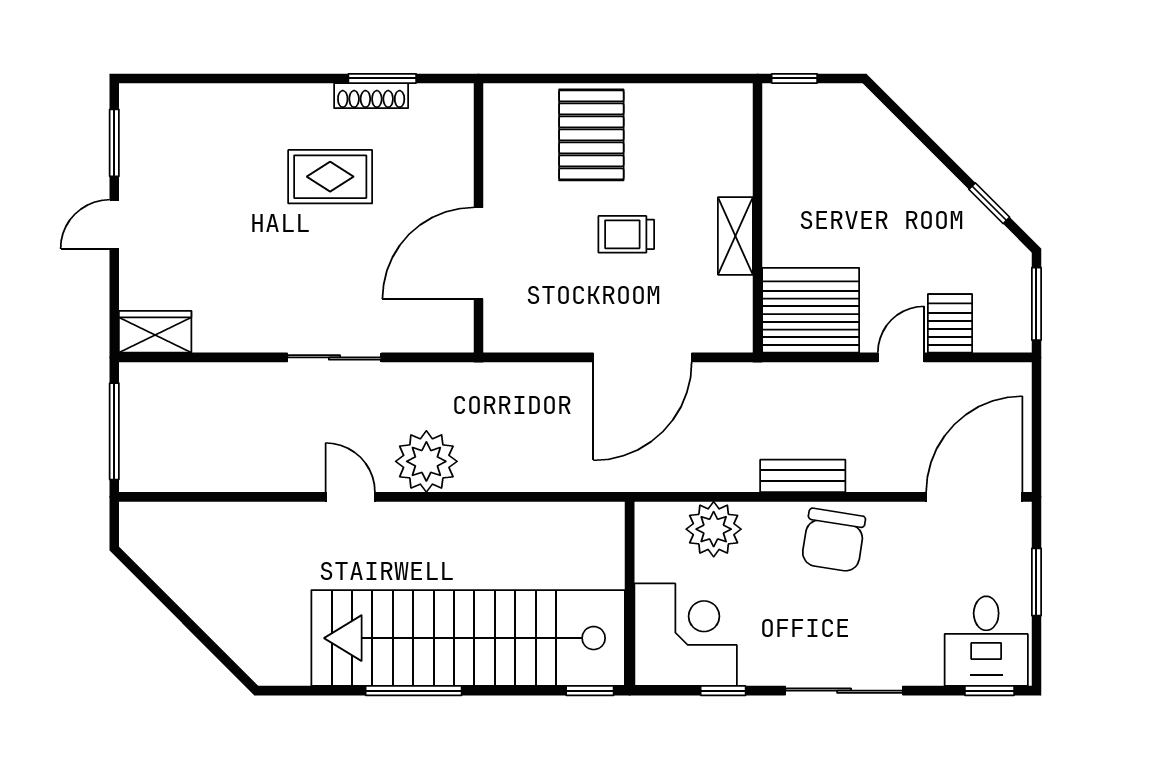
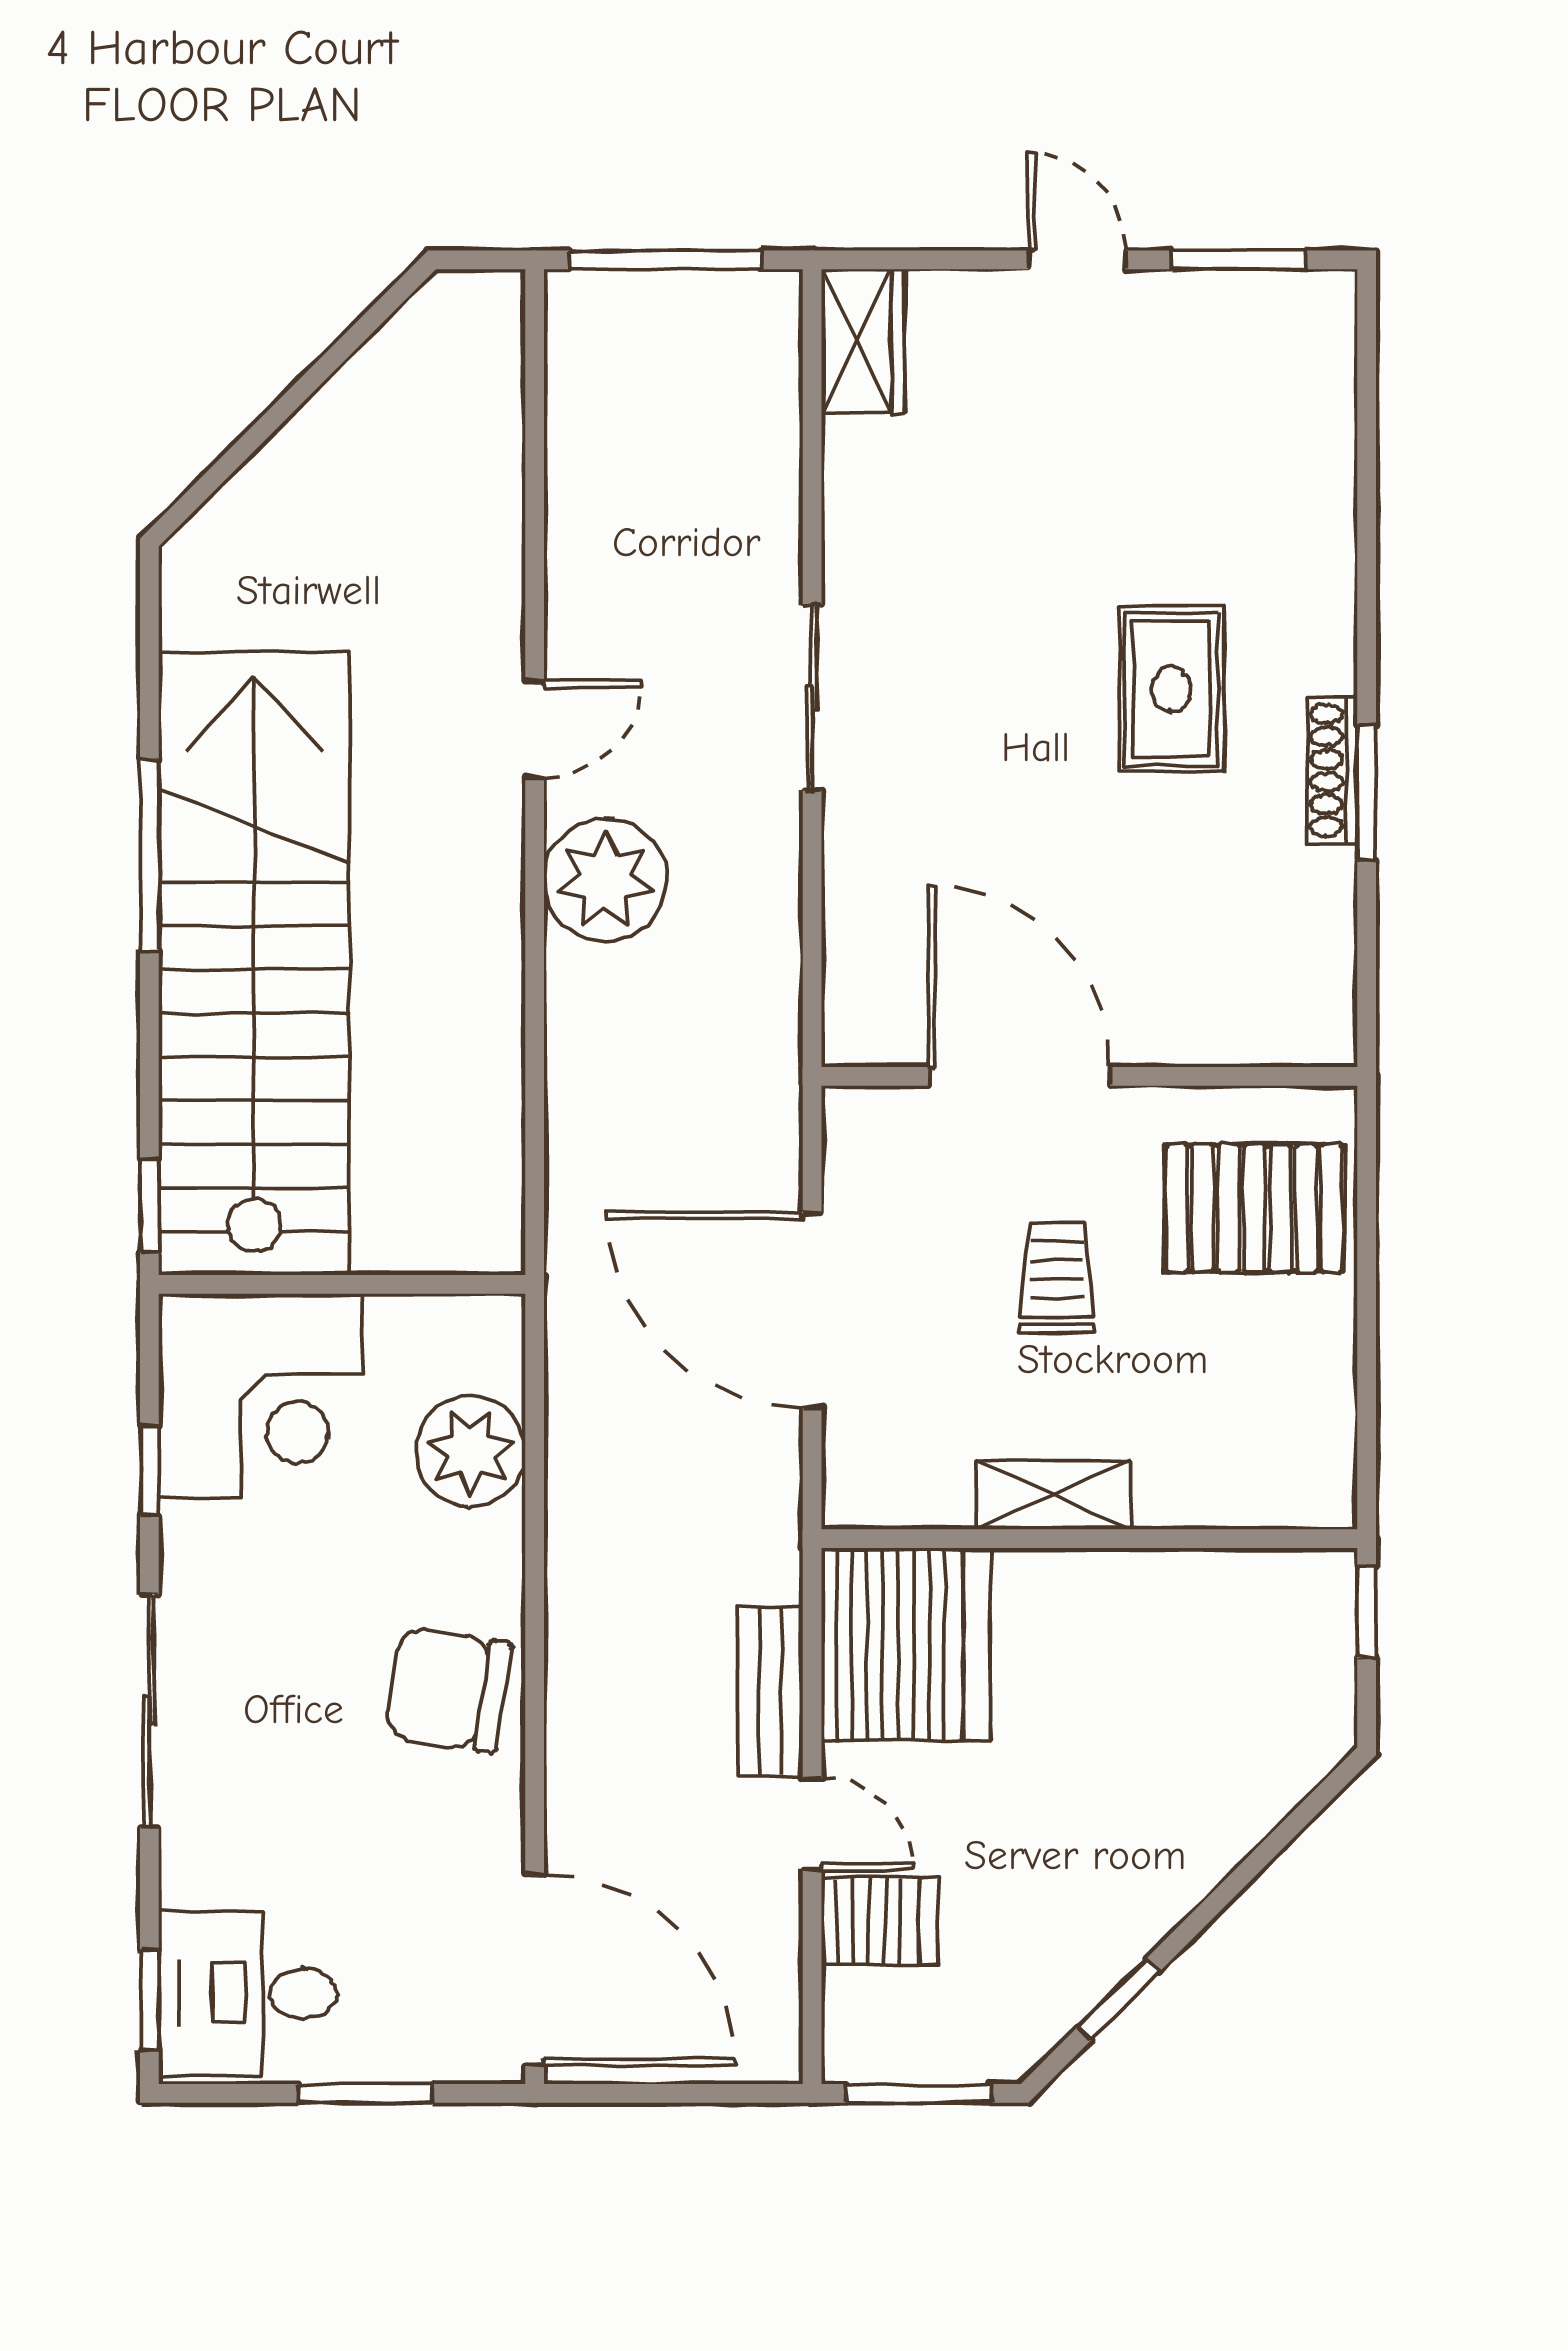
wall: (479, 218) -> (1089, 1076), moved
door: (479, 253) -> (1019, 1076), moved
bench: (803, 476) -> (770, 1692), moved

